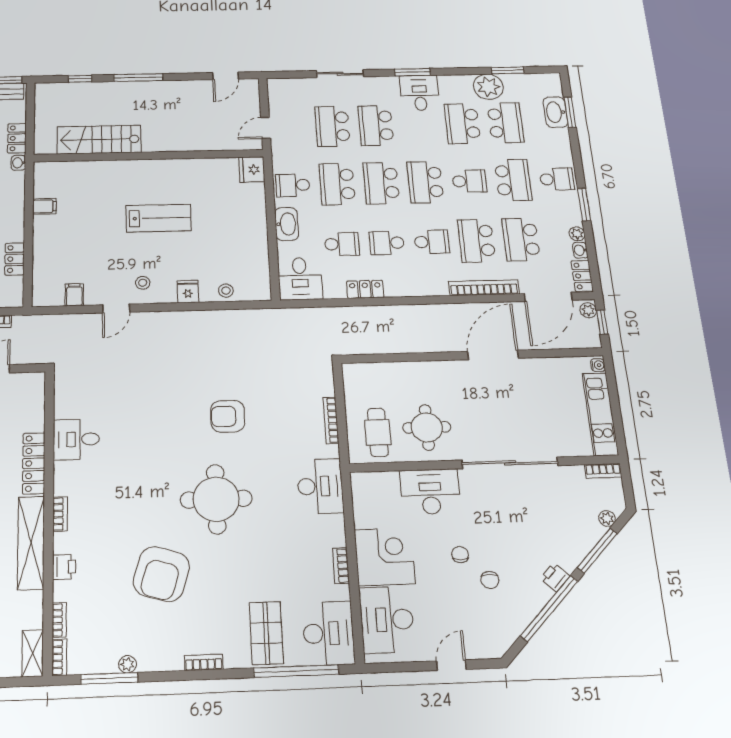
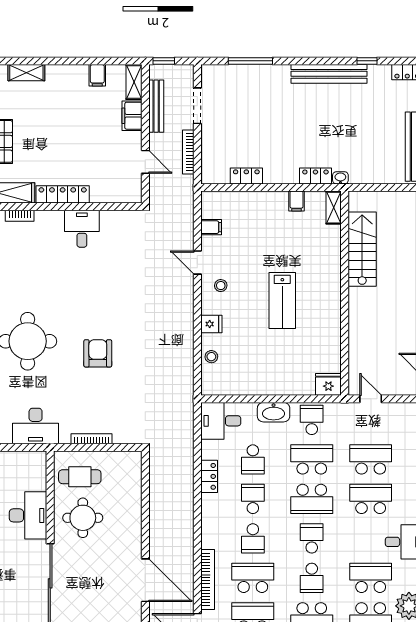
locker: (17, 138) -> (315, 176), moved
shelving: (52, 169) -> (334, 208), added
school desk: (425, 182) -> (312, 538), width x0.54
school desk: (381, 183) -> (312, 499), turned 180

